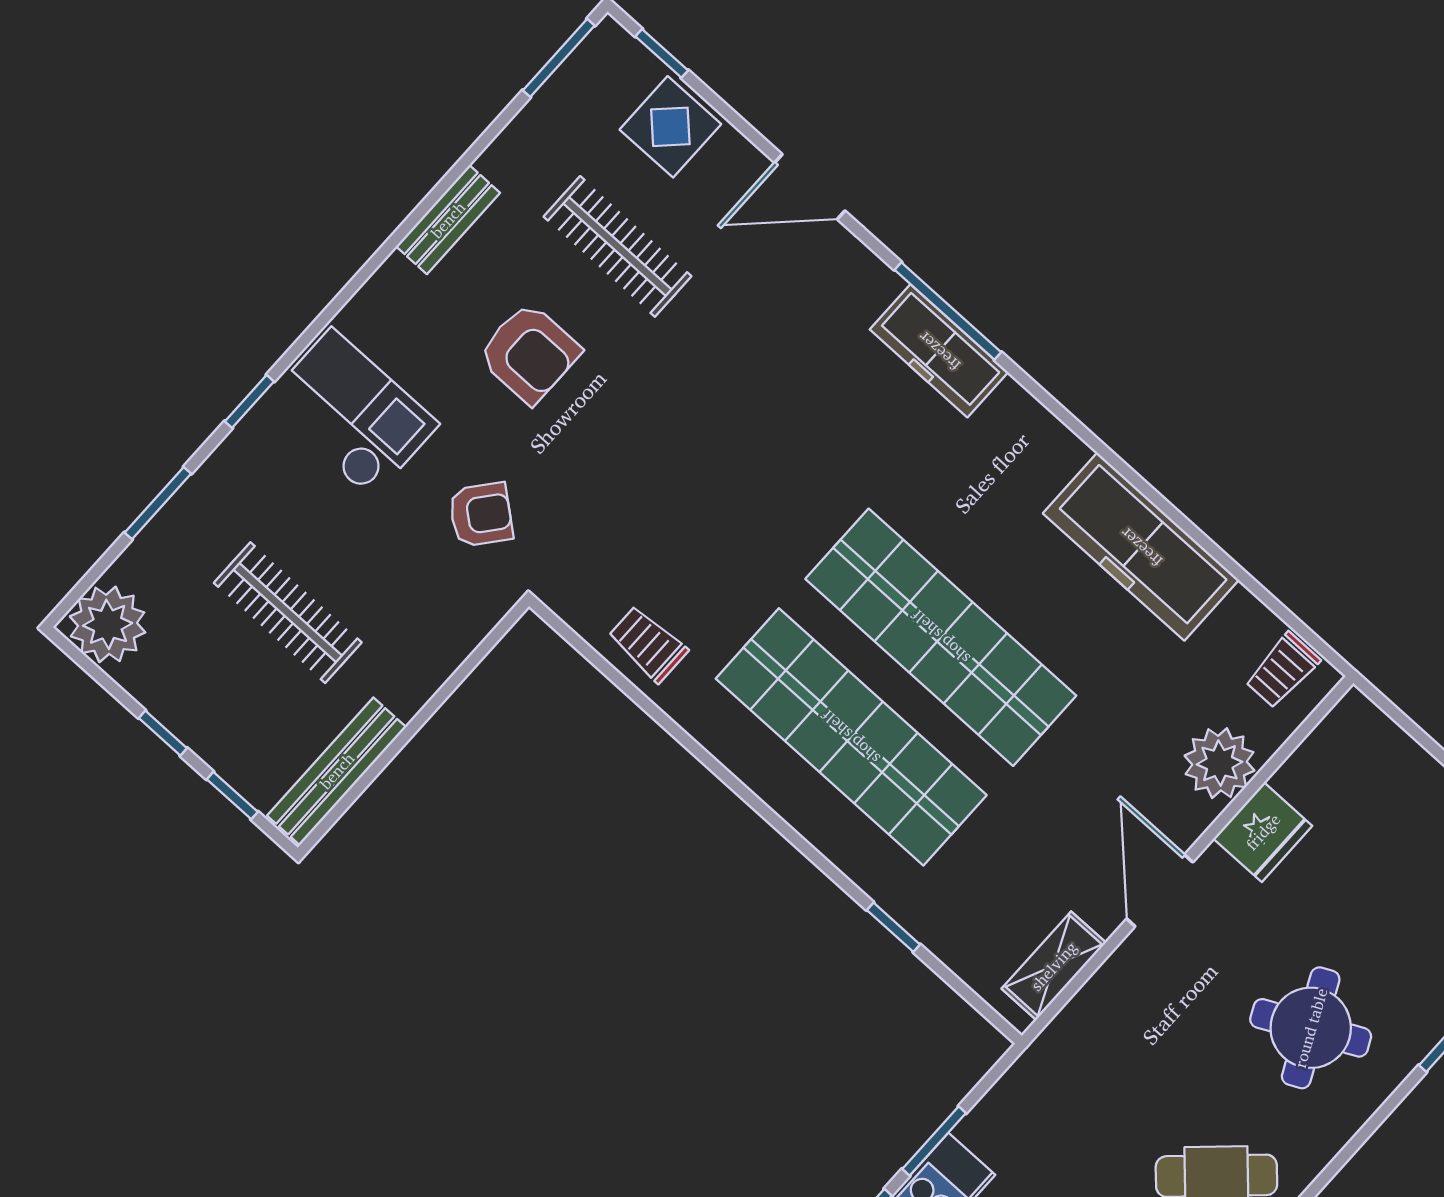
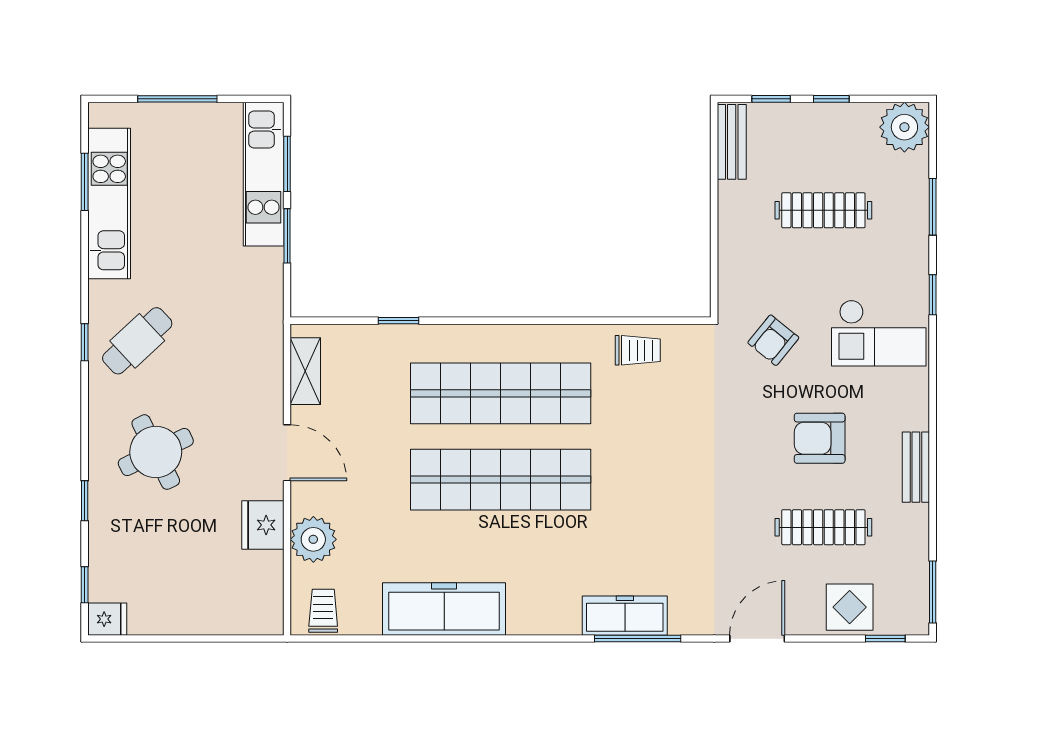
bench: (337, 771) -> (732, 142), width x0.73

